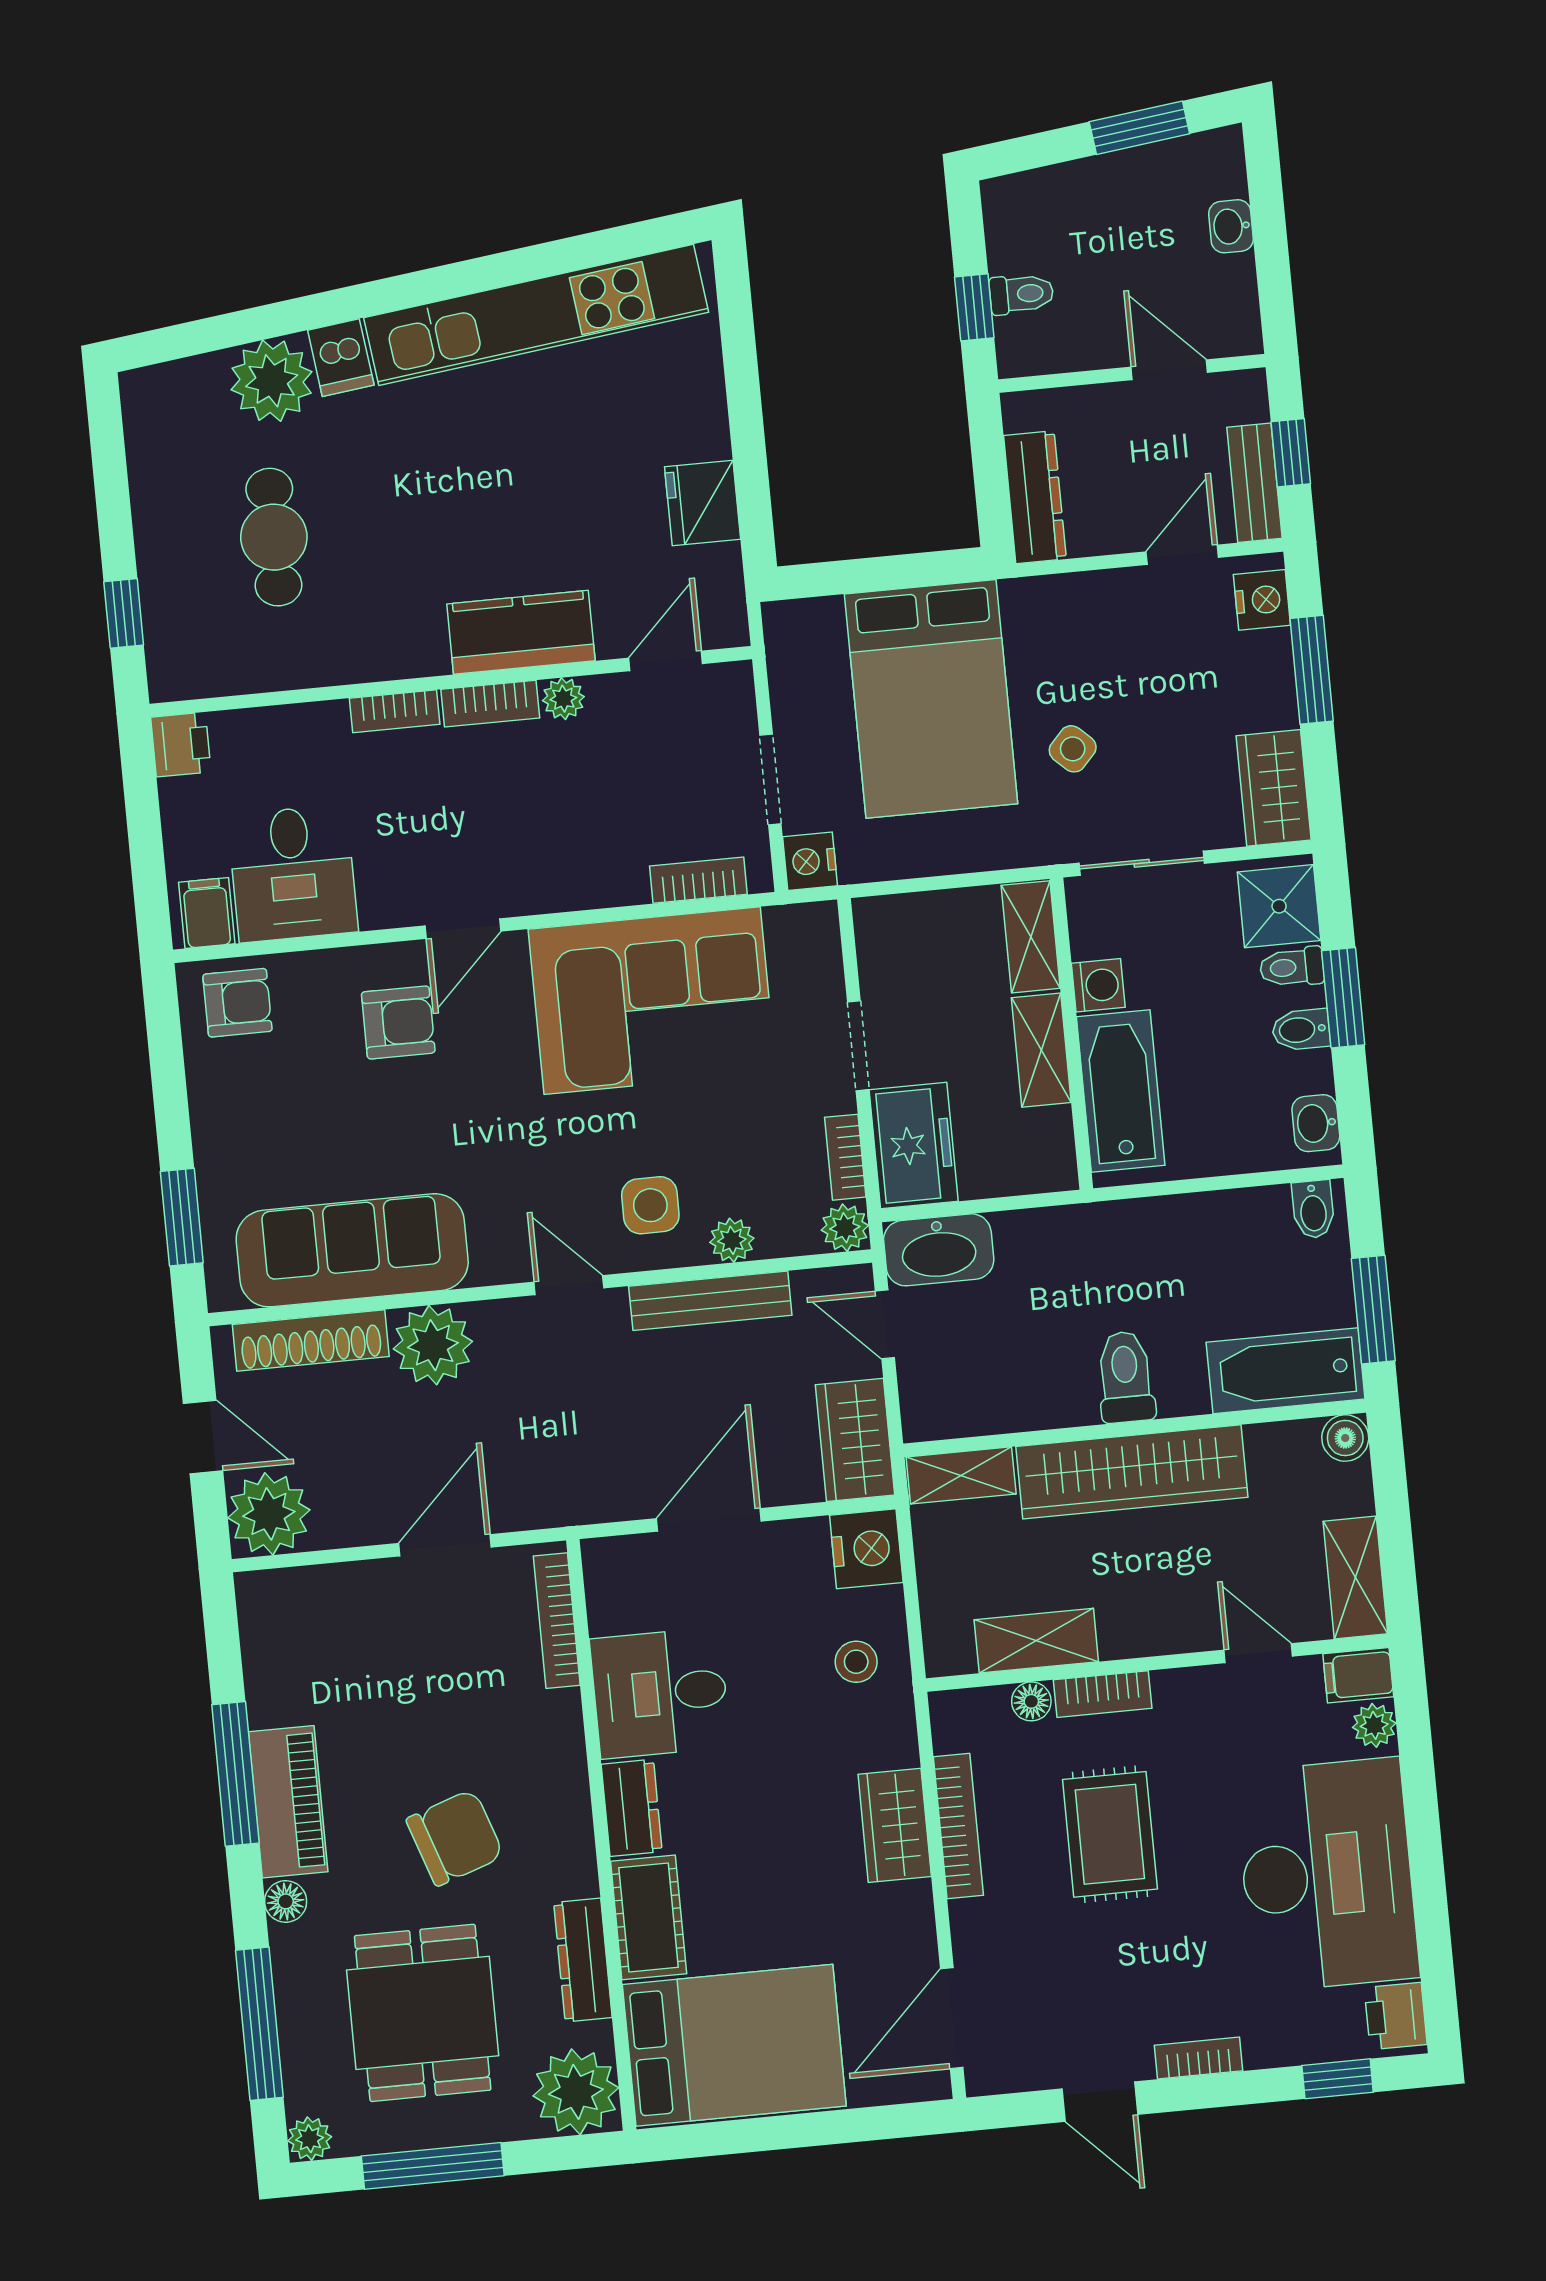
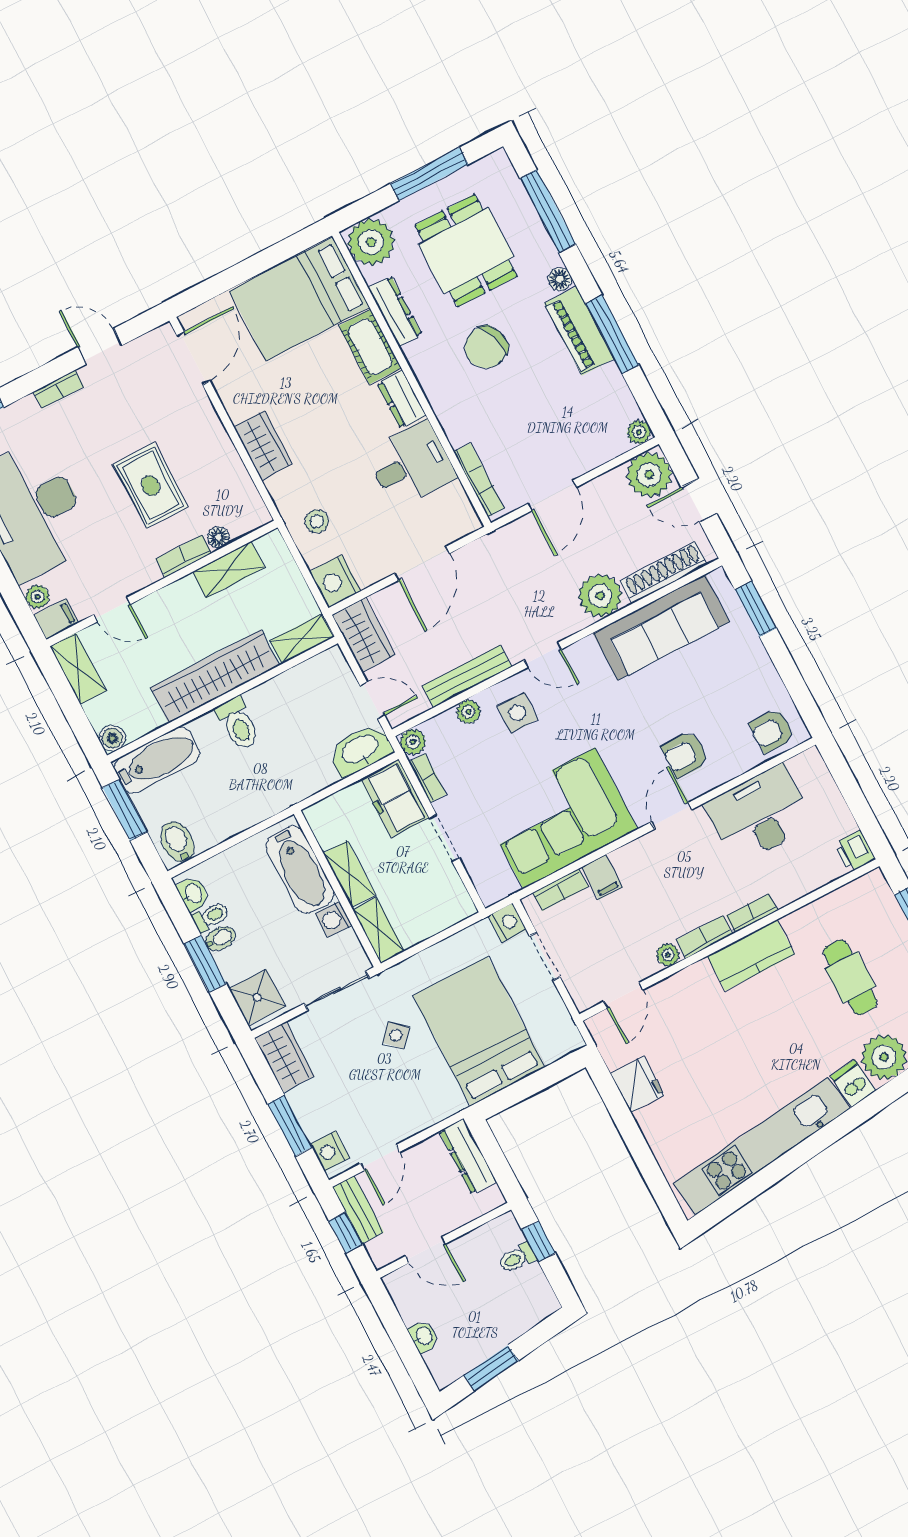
kitchen counter: (521, 632) -> (751, 955), moved
desk: (293, 873) -> (759, 814), width x1.37
filing cabinet: (207, 913) -> (602, 877), moved
toilet: (1292, 967) -> (211, 917), moved
bidet: (1313, 1209) -> (177, 842), width x1.38, depth x1.36
bookcase: (958, 1826) -> (230, 458), removed
plant: (310, 2139) -> (639, 432), moved

